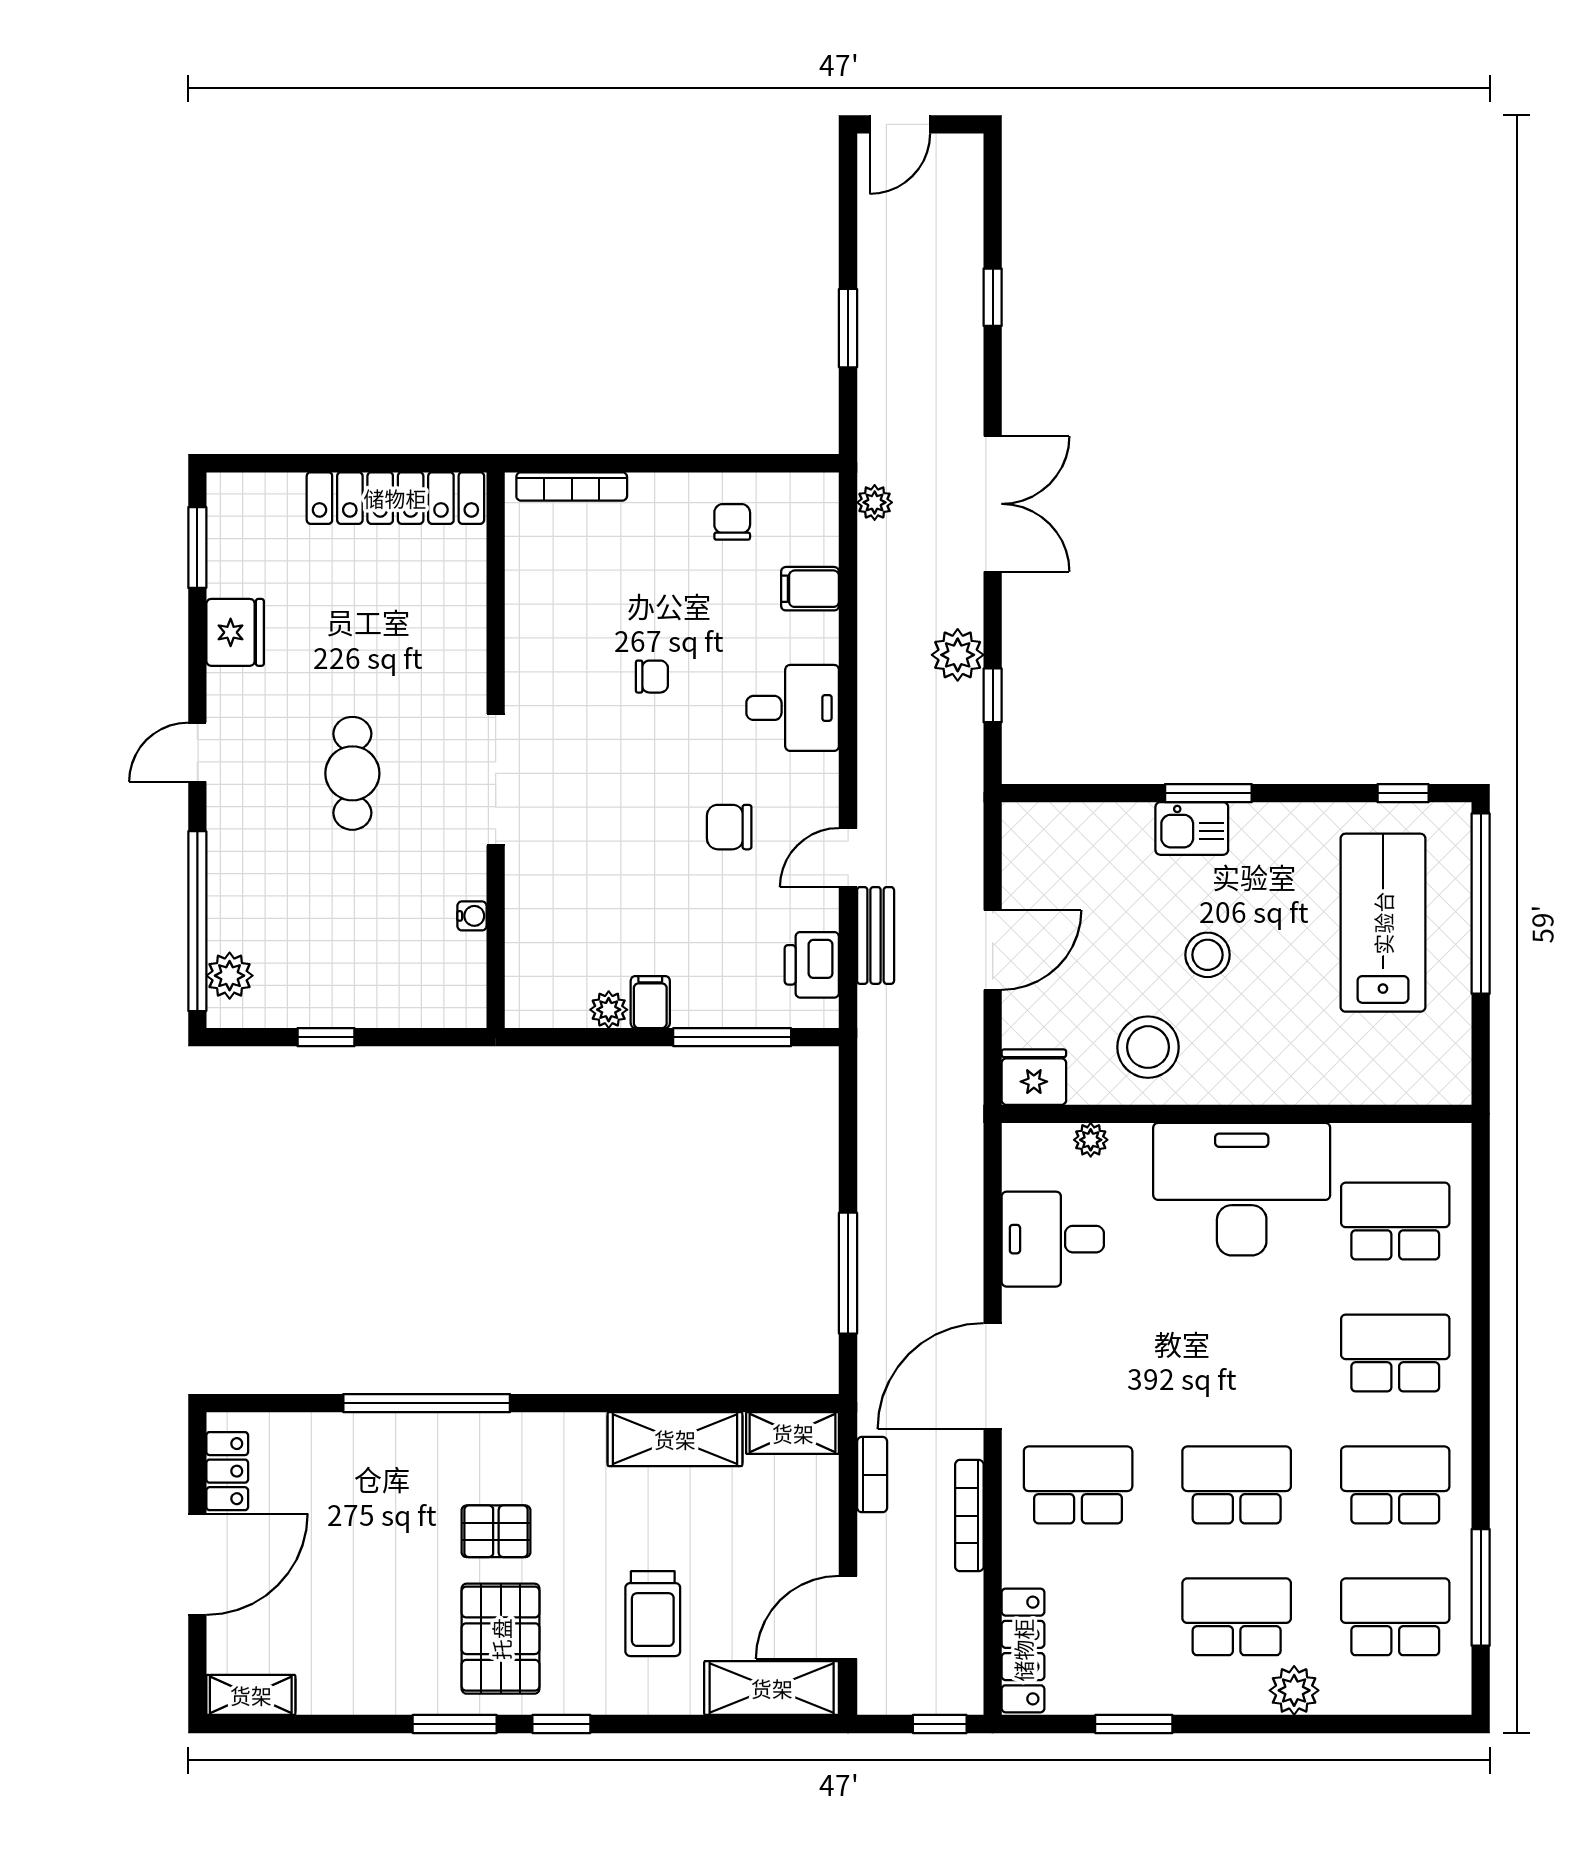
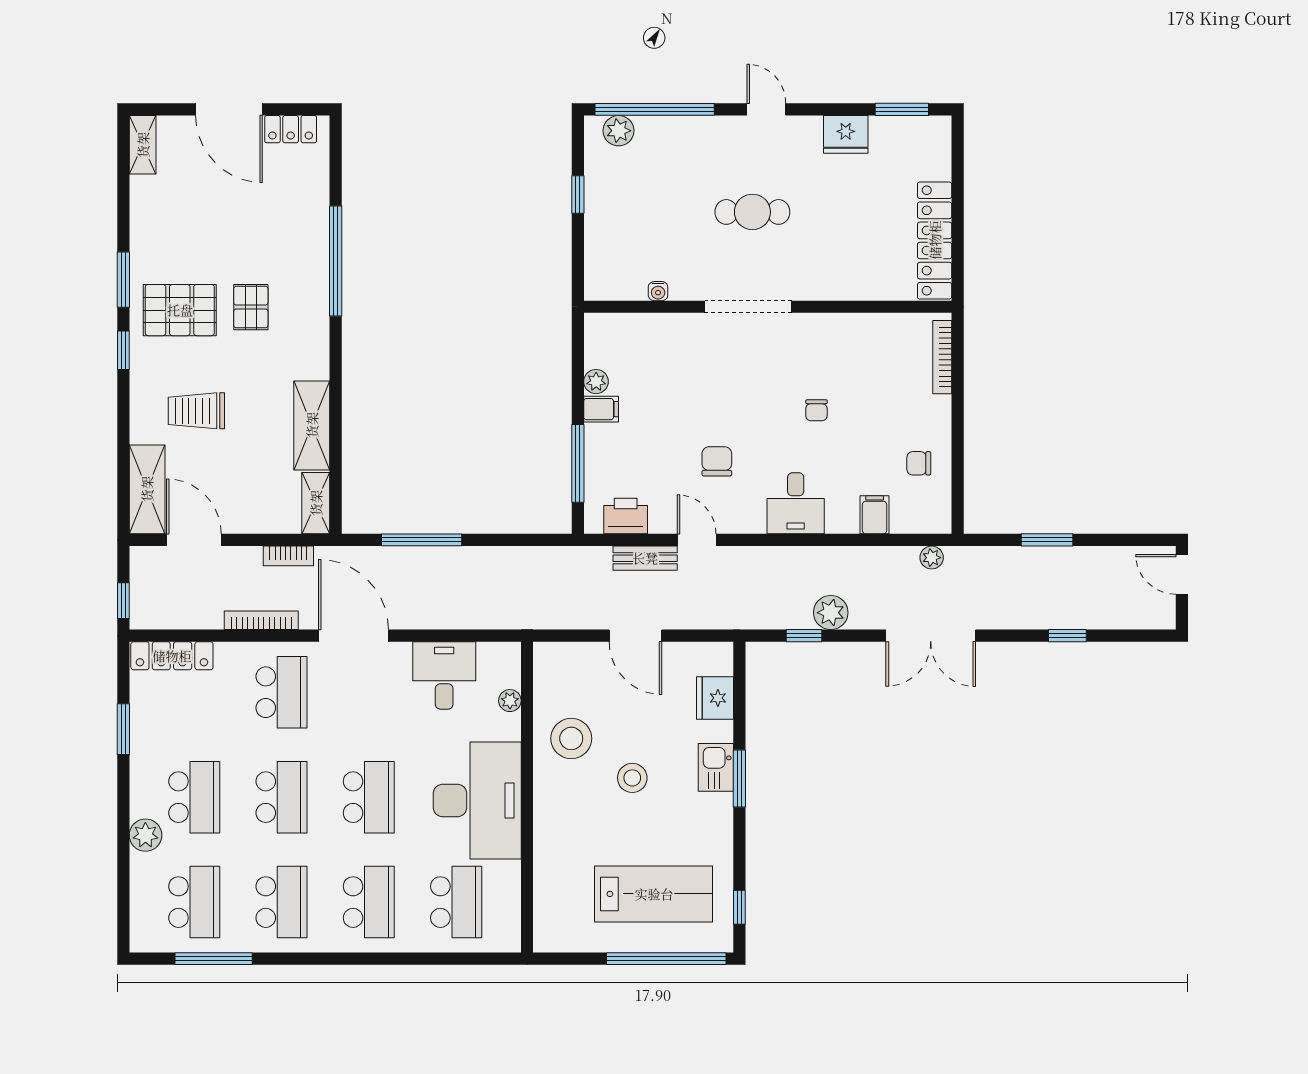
chair: (732, 522) -> (919, 463), turned 180
fridge: (1034, 1077) -> (715, 698), moved, turned 180
school desk: (1237, 1353) -> (369, 797), added

